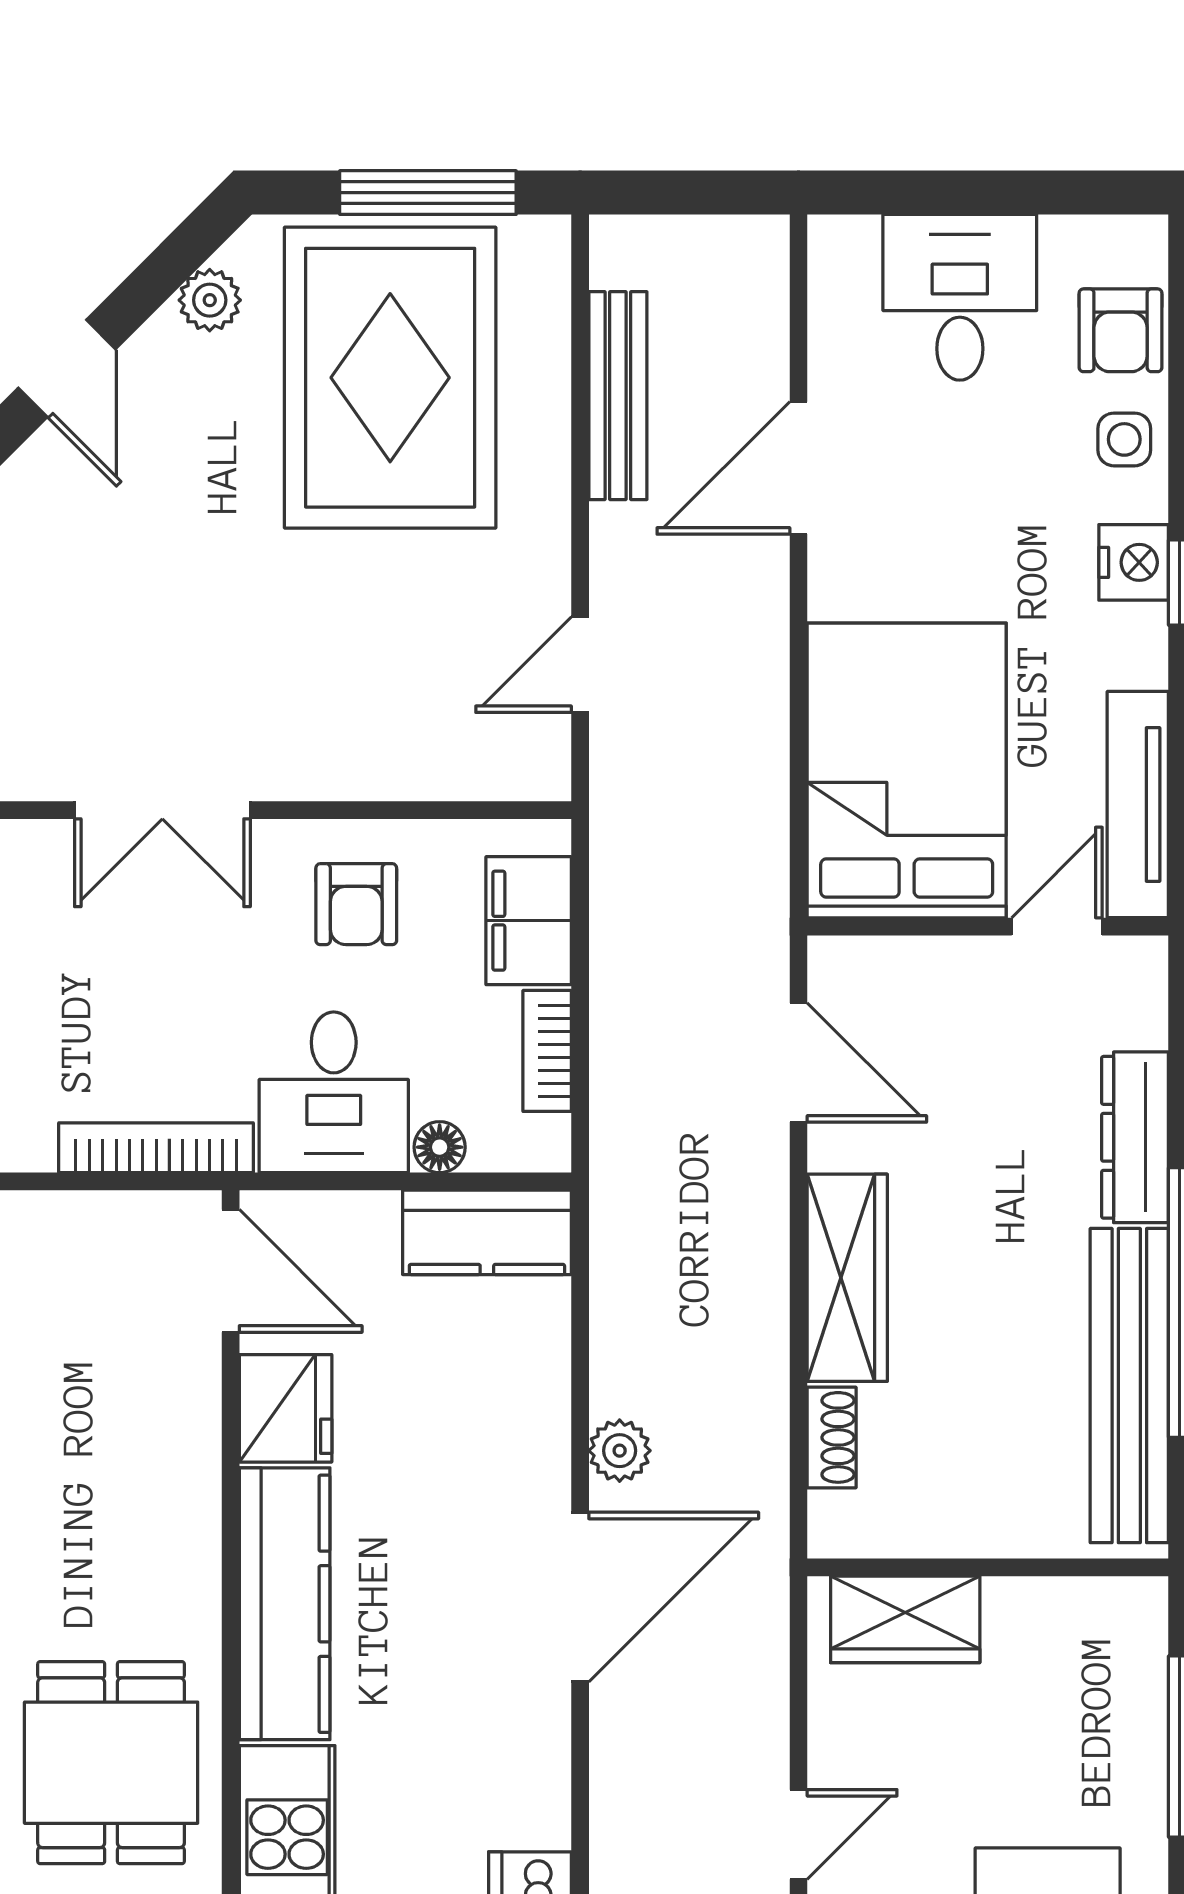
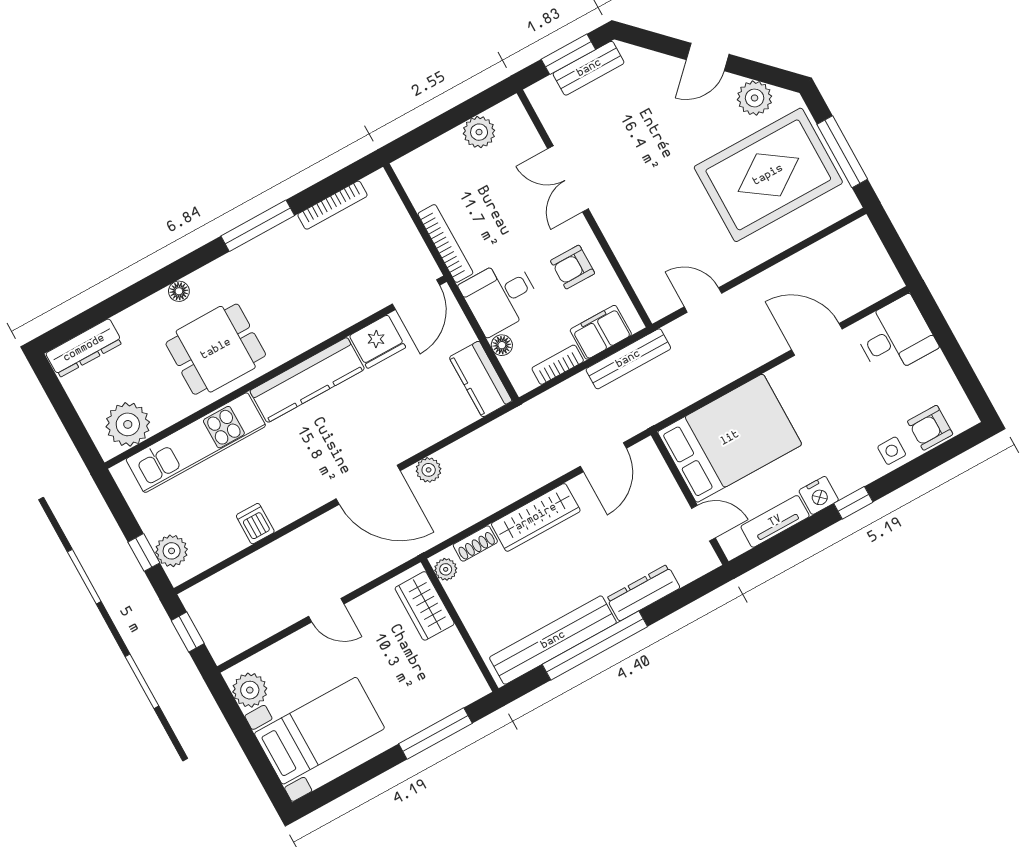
desk: (960, 297) -> (895, 336), moved
plant: (210, 300) -> (755, 98), width x1.38, depth x1.38
bench: (618, 396) -> (628, 359), moved
nightstand: (1134, 562) -> (819, 495), moved
tv unit: (1138, 805) -> (775, 521), width x0.71
plant: (852, 1531) -> (446, 569), added

